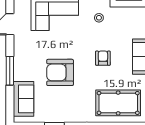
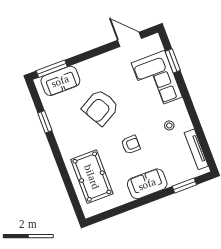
window: (10, 71) -> (52, 69), moved
armchair: (60, 72) -> (100, 107), turned -119

